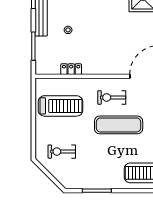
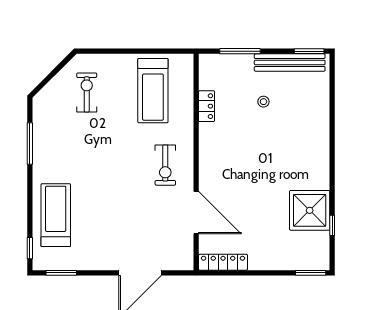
exercise bike: (112, 97) -> (165, 165), turned 180
exercise mat: (119, 125) -> (125, 175), removed

